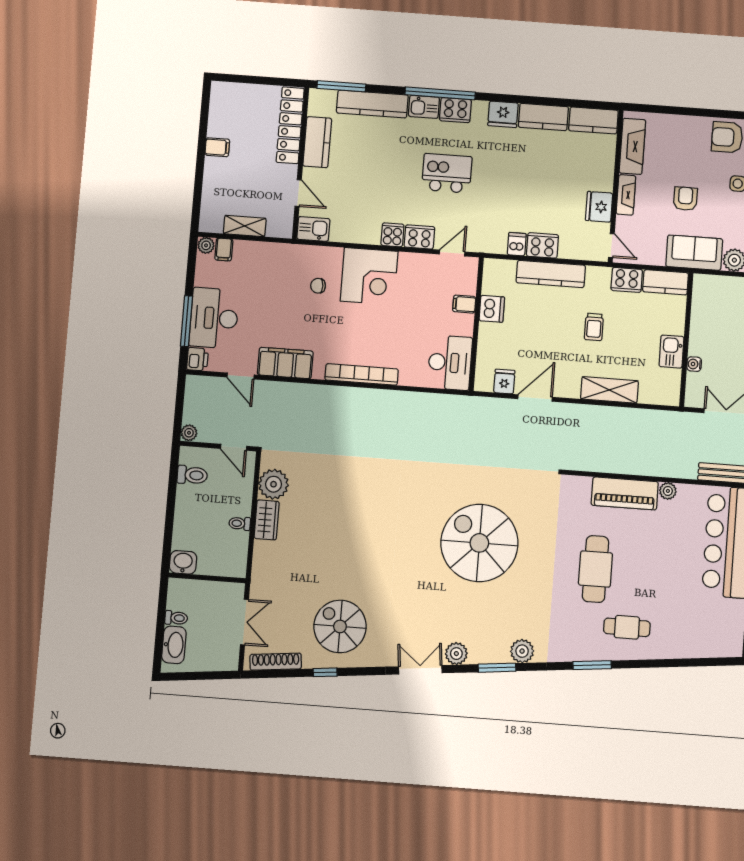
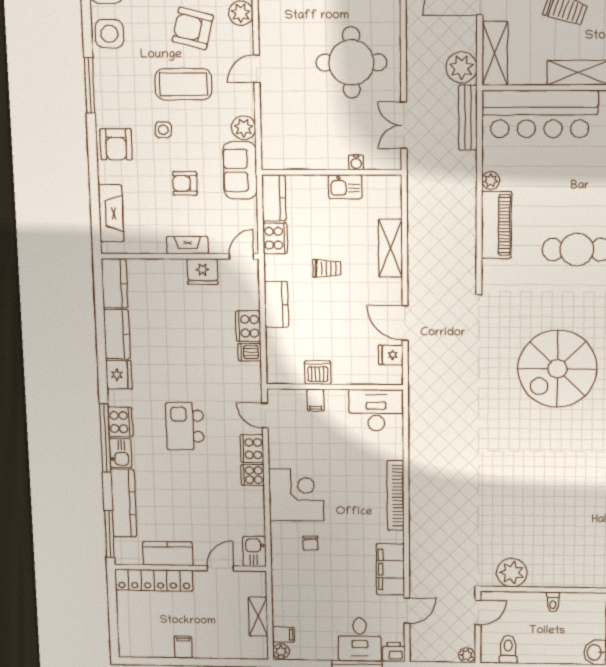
fireplace: (632, 146) -> (111, 213), moved, turned 90
kitchen counter: (551, 274) -> (276, 304), width x0.67
desk: (214, 318) -> (360, 639), width x0.73
wardrobe: (267, 520) -> (548, 577), removed

